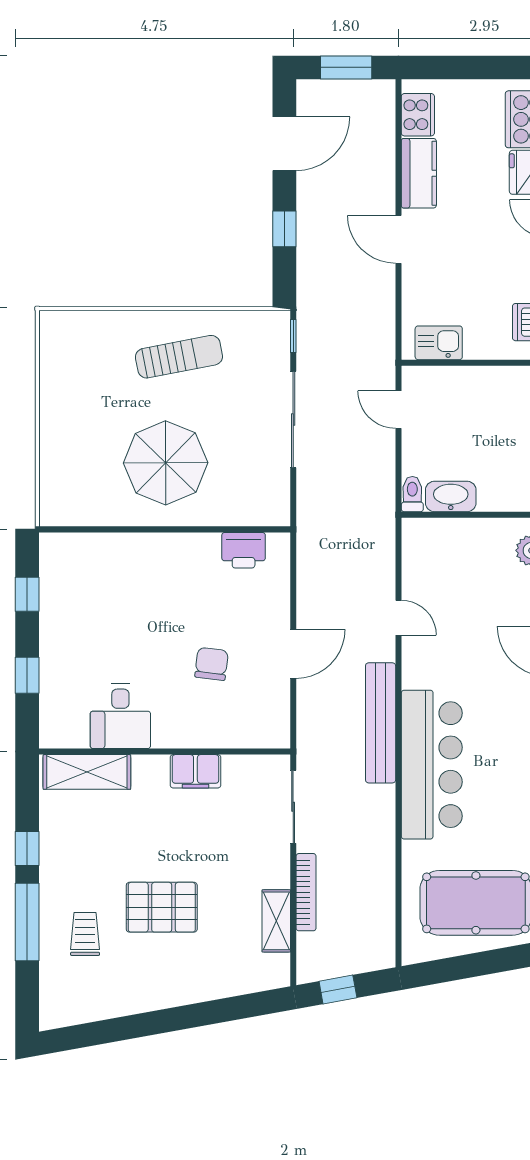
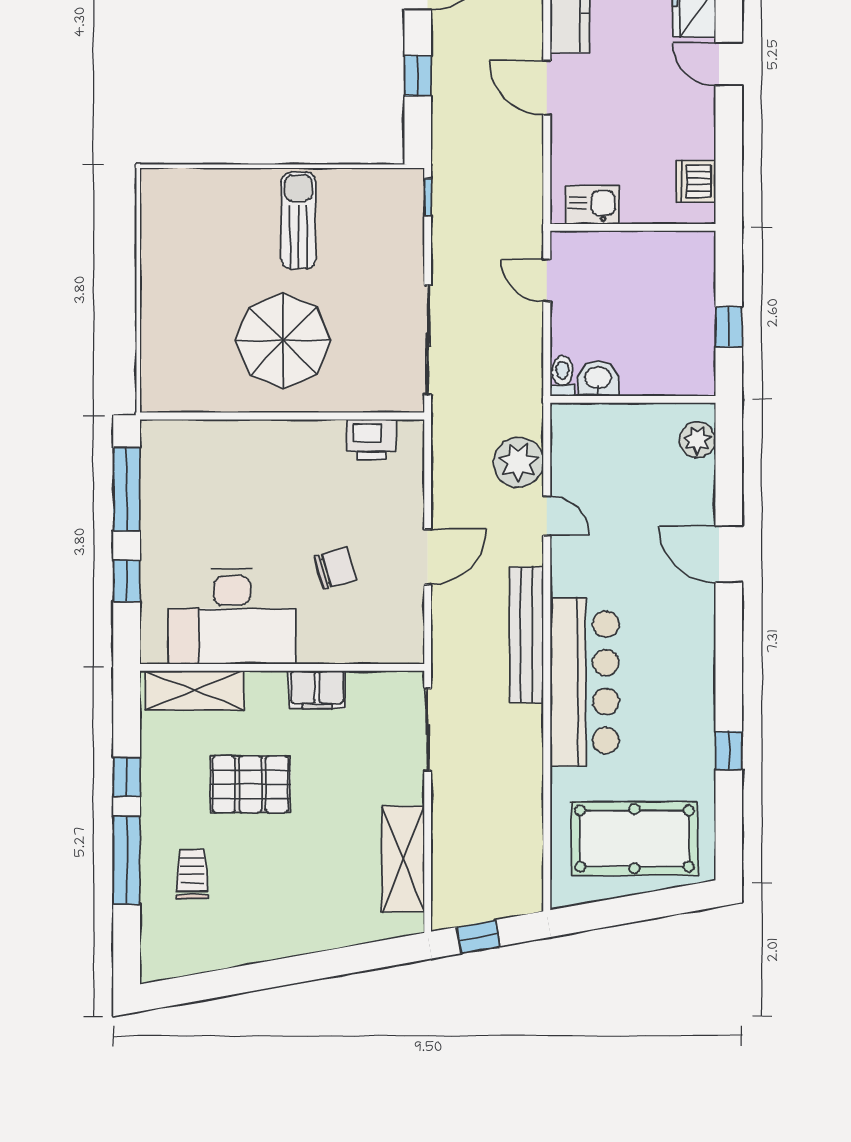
sun lounger: (179, 357) -> (298, 221), turned -79
sliding door: (293, 420) -> (428, 340), moved
washbasin: (451, 496) -> (598, 379), width x0.72
plant: (373, 570) -> (518, 462), added
window: (27, 594) -> (127, 489), width x2.17
chair: (212, 664) -> (335, 568), turned 67
desk: (120, 716) -> (232, 616), width x1.87, depth x1.30
bookcase: (306, 892) -> (442, 826), removed
pallet: (162, 907) -> (250, 784), moved
shelving: (276, 921) -> (403, 859), width x1.50, depth x1.33

